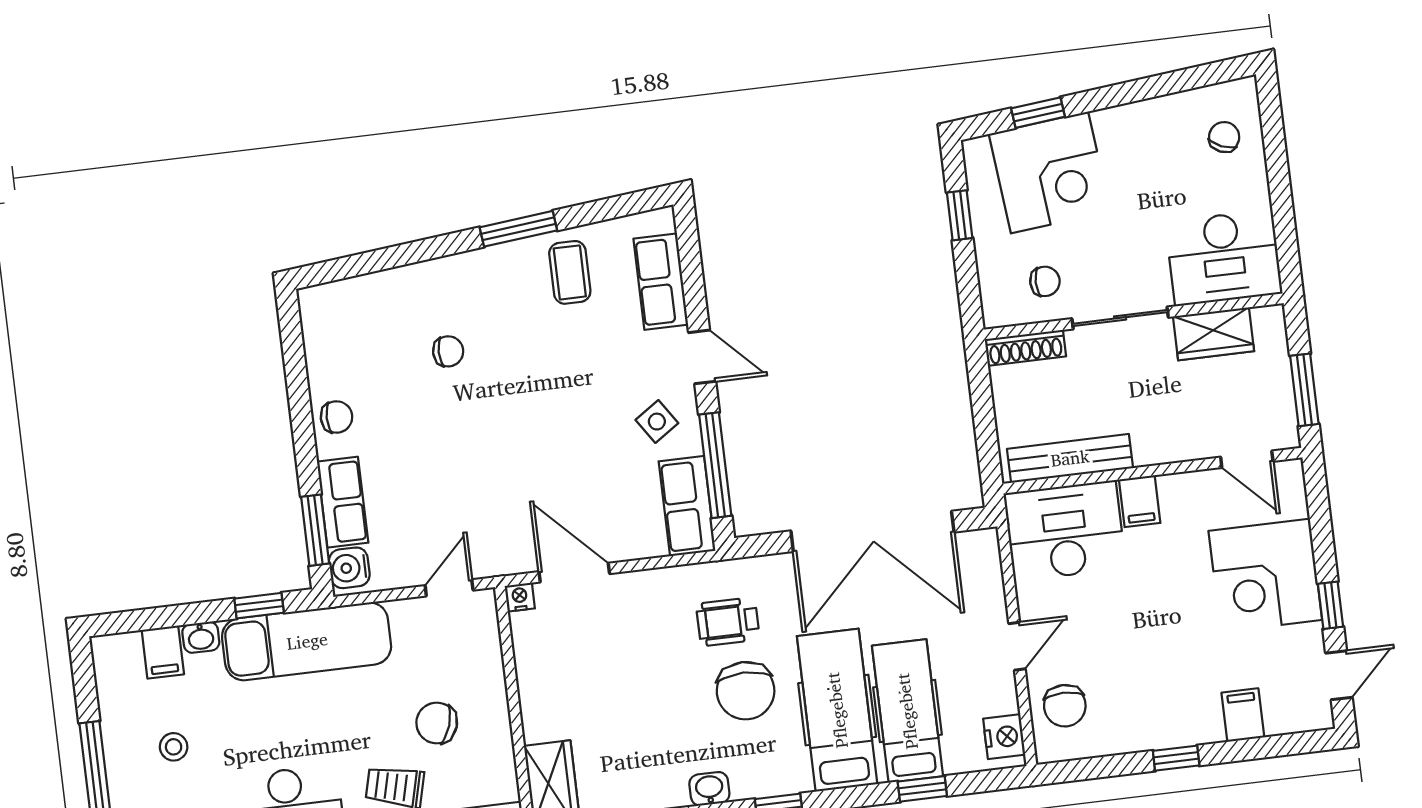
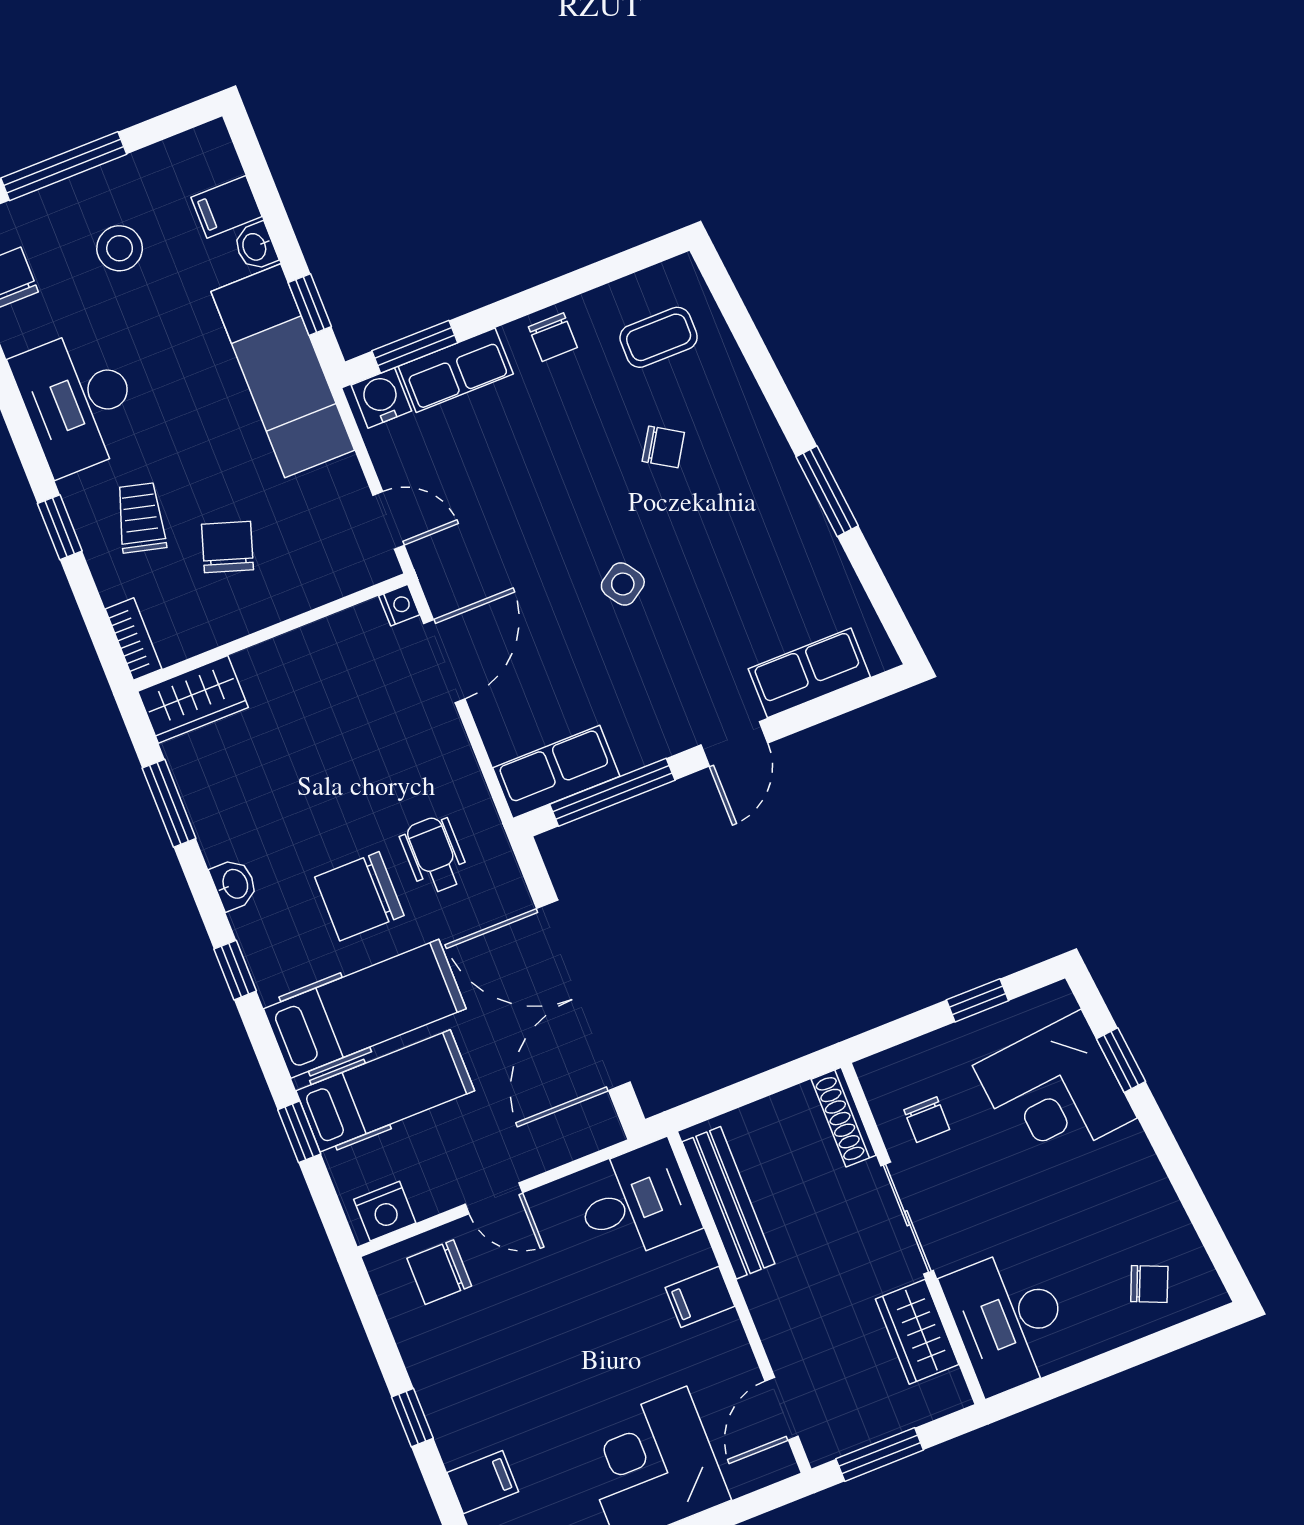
coffee table: (570, 272) -> (659, 337), moved
chair: (448, 351) -> (663, 447), turned -58
side table: (657, 422) -> (623, 584), moved
desk: (1065, 531) -> (636, 1202), width x0.73
stool: (174, 747) -> (120, 248), width x1.37, depth x1.37

